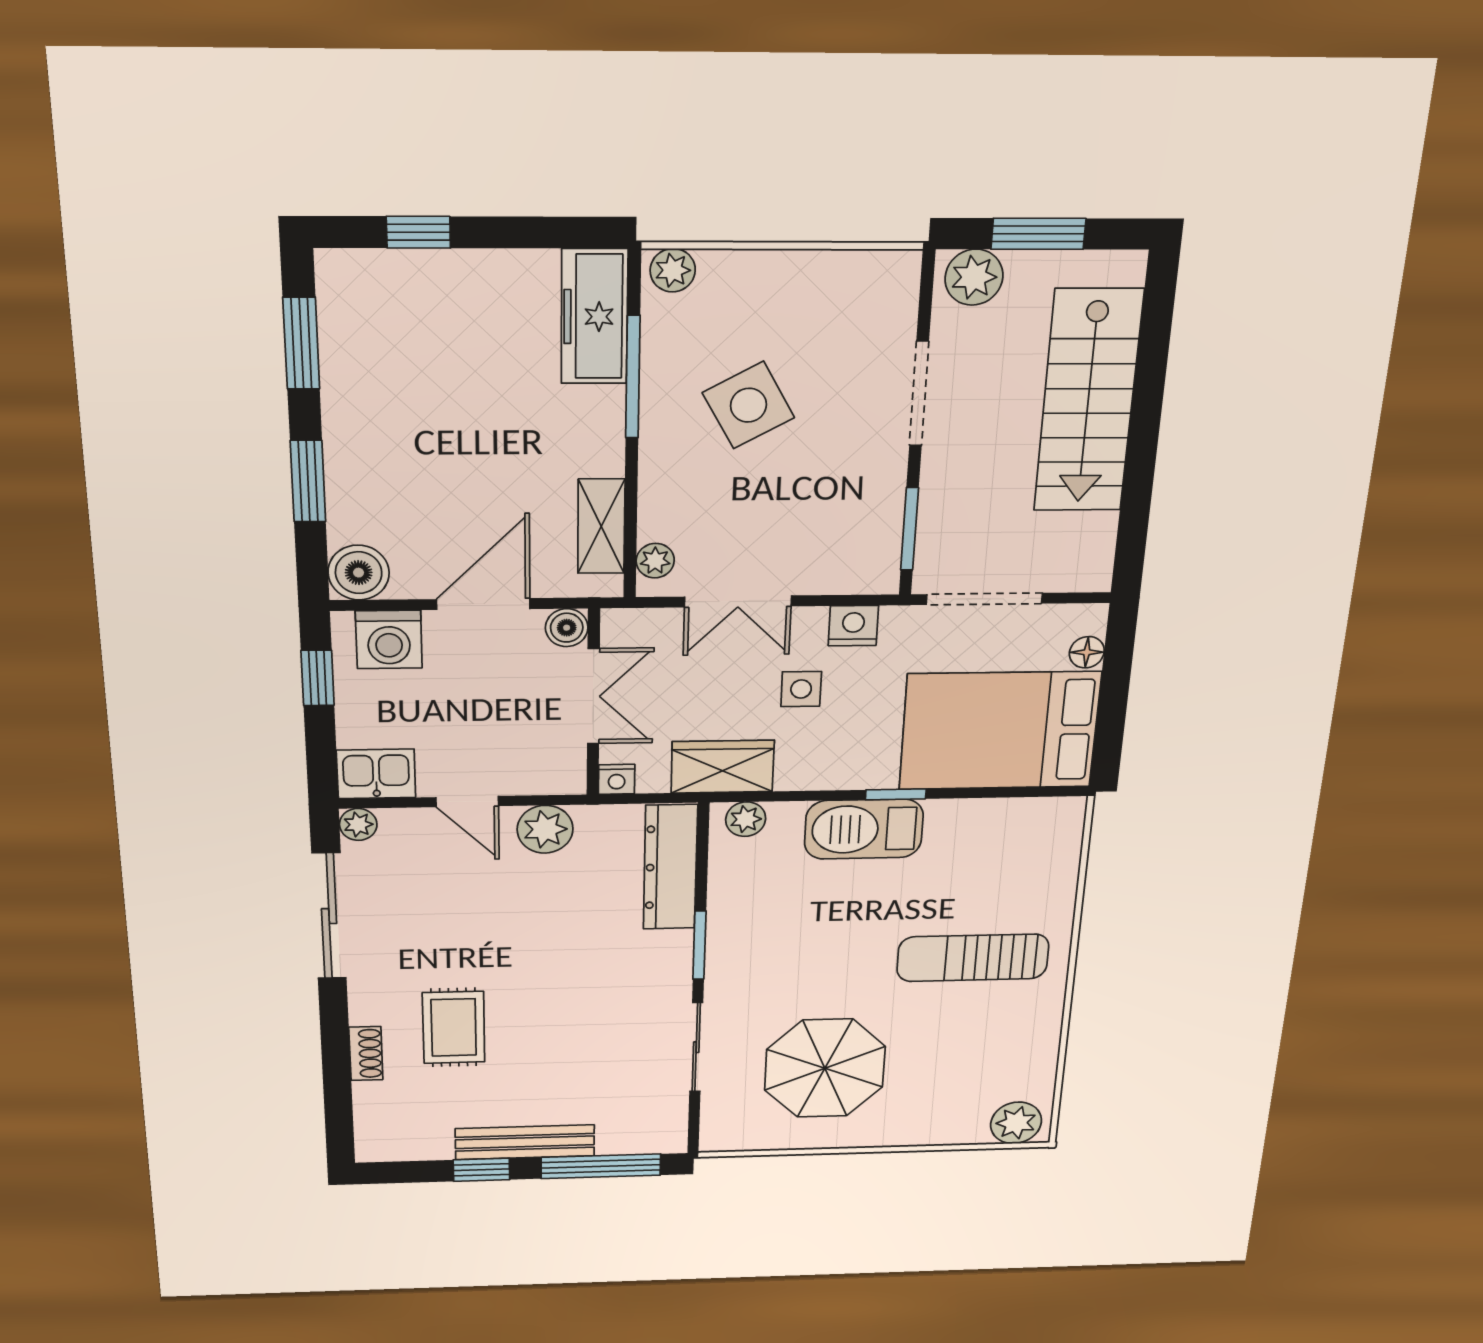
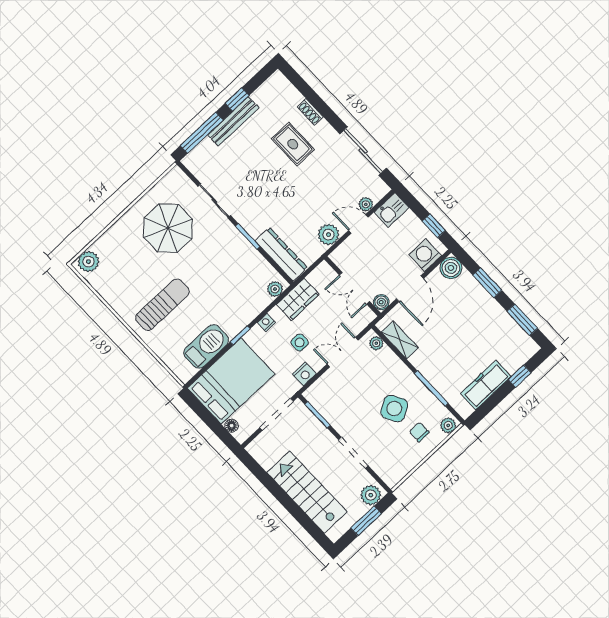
chair: (746, 312) -> (419, 432), added
freezer: (594, 317) -> (486, 385), moved, turned -90
nightstand: (617, 779) -> (266, 322), moved
plant: (358, 824) -> (366, 204), moved
barbecue: (864, 829) -> (206, 346), moved

